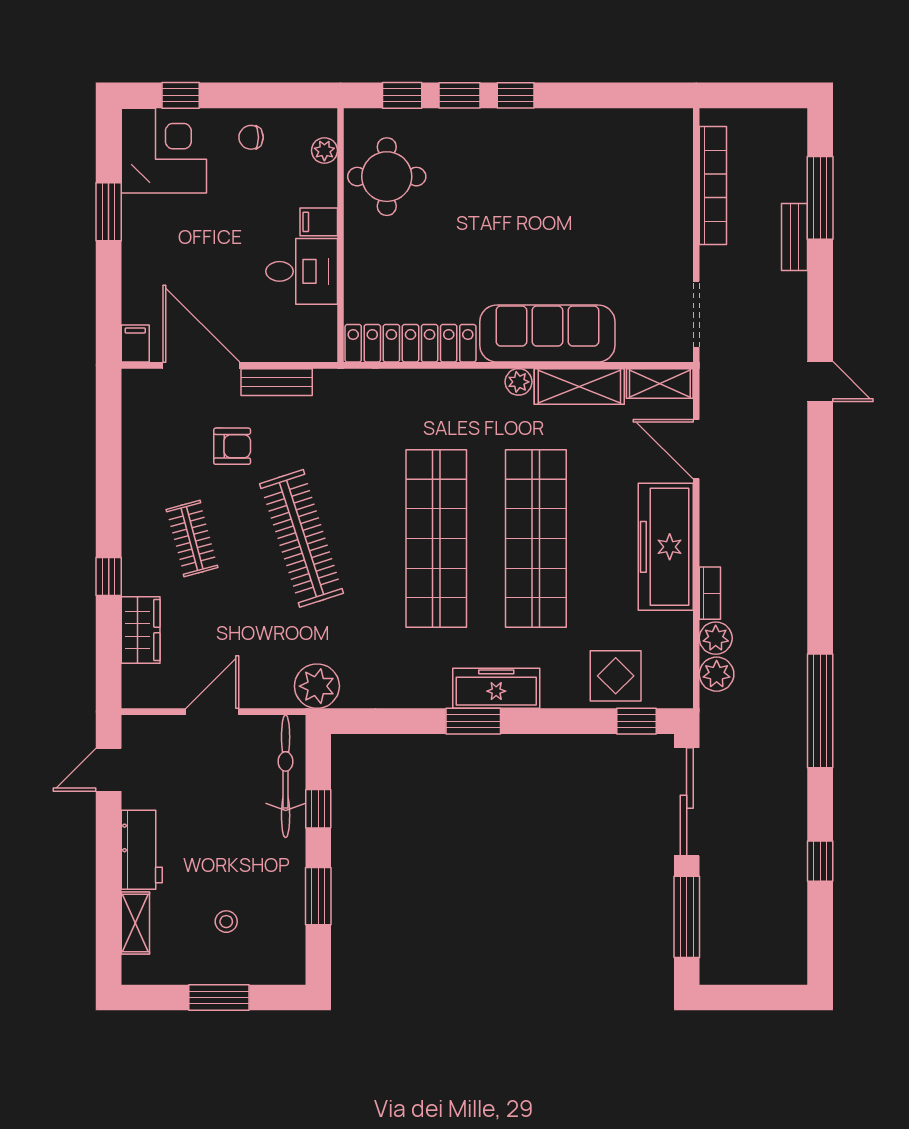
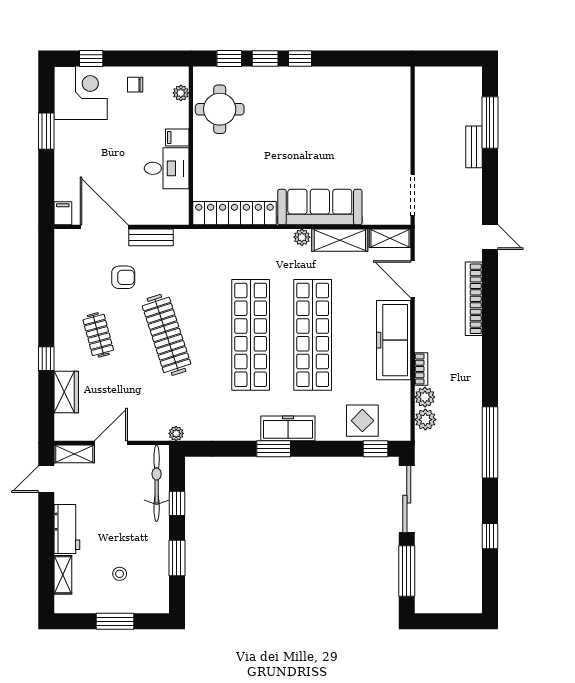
bookcase: (713, 186) -> (474, 299), moved, turned 180
plant: (317, 686) -> (176, 433), width x0.53, depth x0.53
shelving: (154, 729) -> (74, 454), added

